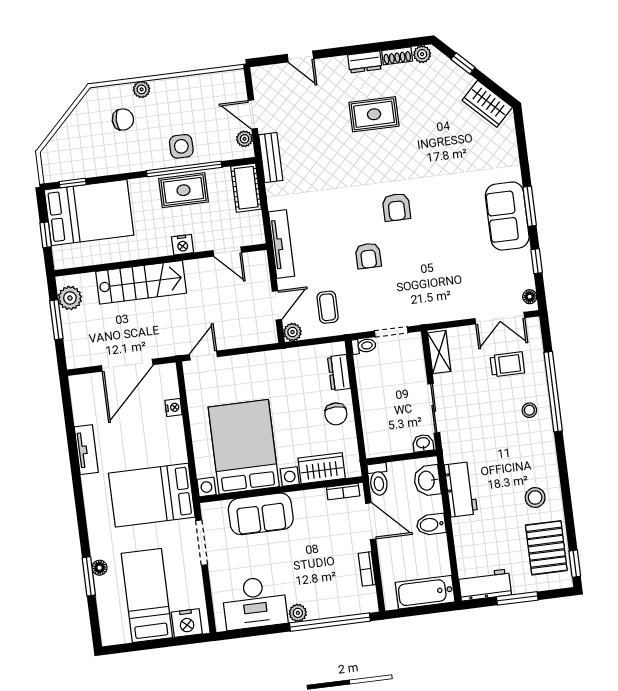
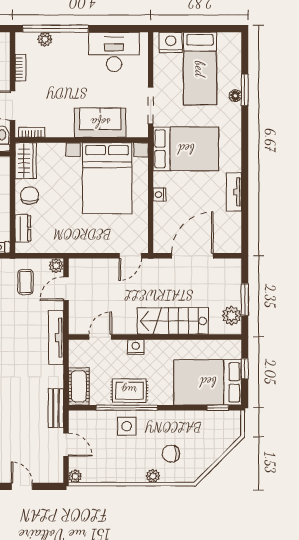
plant: (244, 139) -> (75, 476), moved
door: (227, 252) -> (100, 337), hinge flipped
nightstand: (173, 407) -> (159, 195), moved
wardrobe: (322, 468) -> (26, 161), moved, turned -90
plant: (298, 613) -> (45, 39), moved

